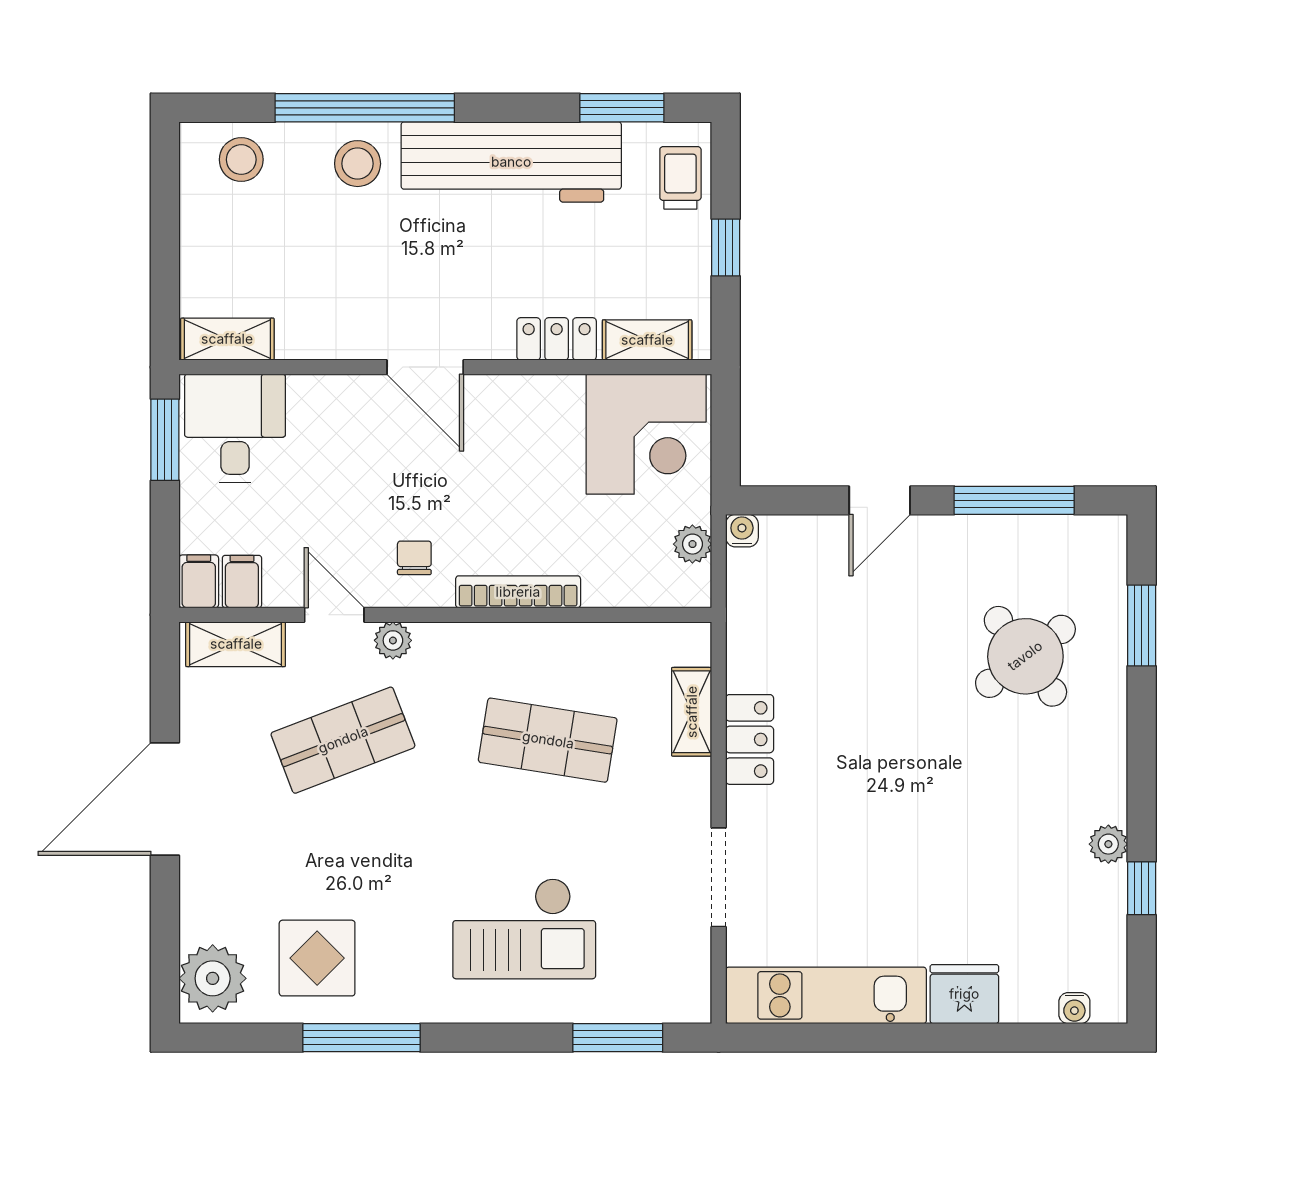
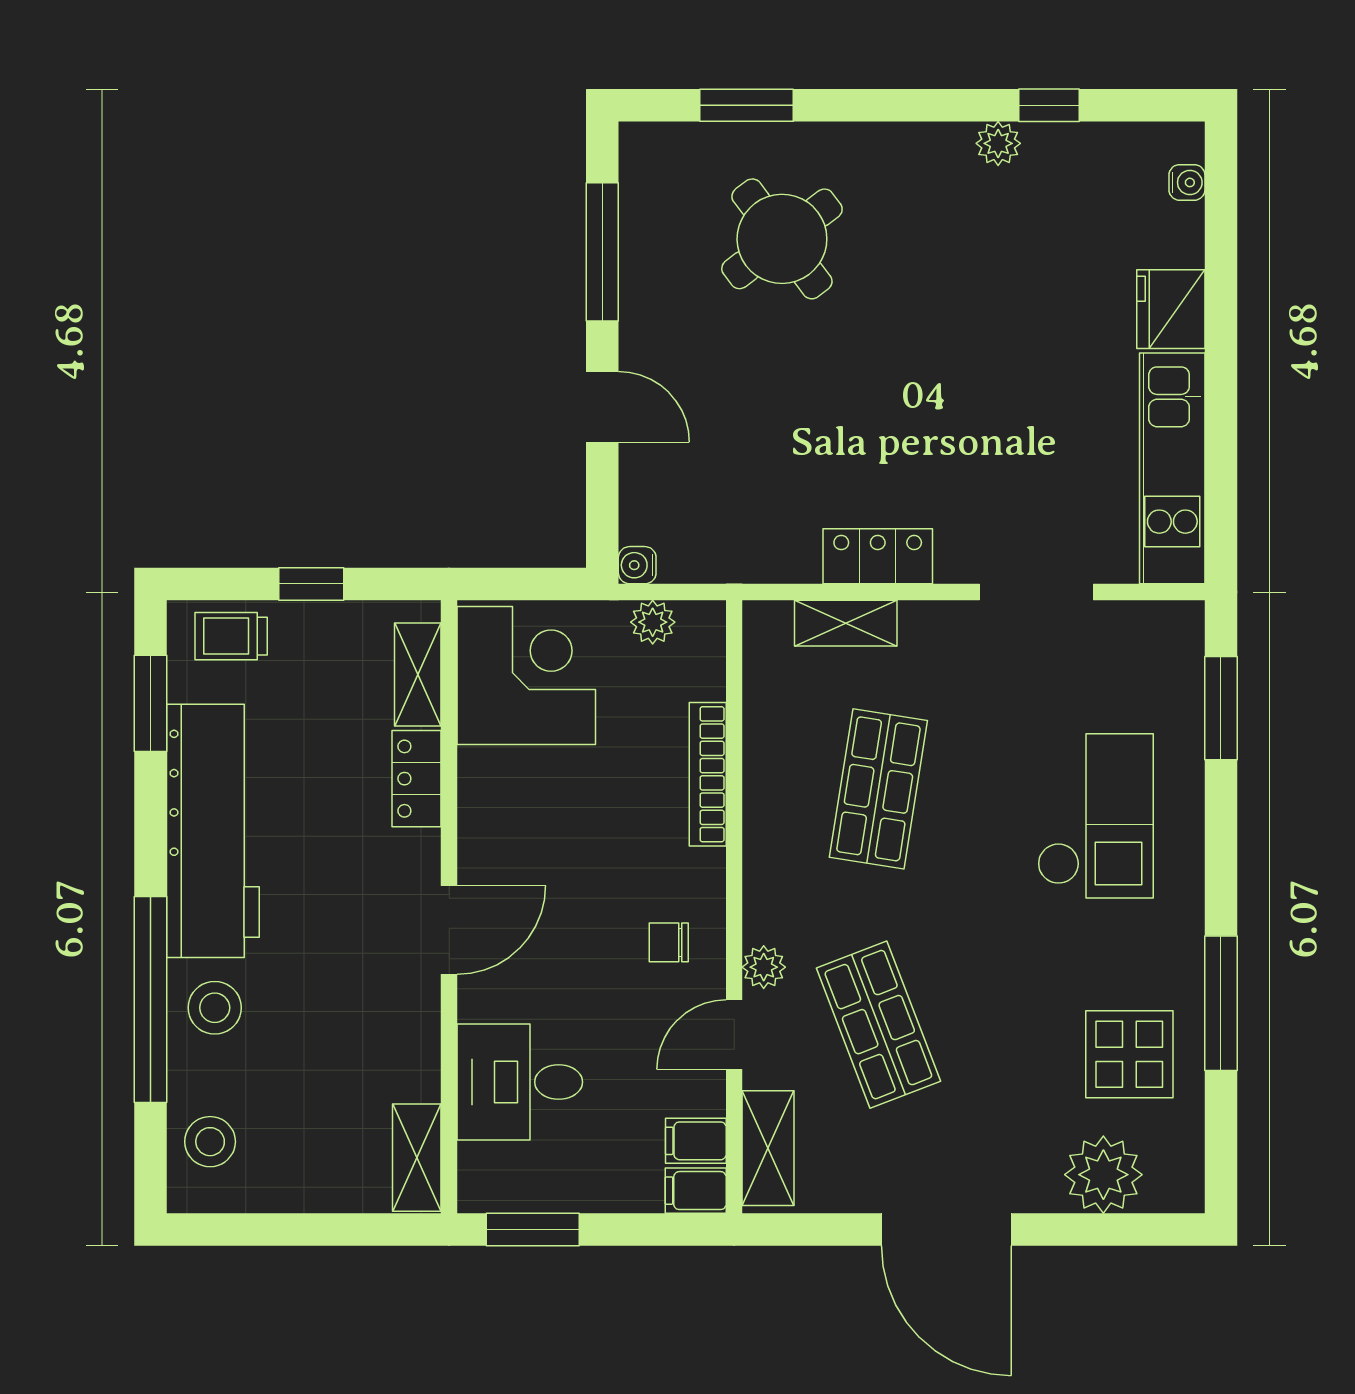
desk: (235, 429) -> (520, 1082), moved
bookcase: (518, 592) -> (708, 774), moved
plant: (213, 978) -> (1103, 1175), moved

